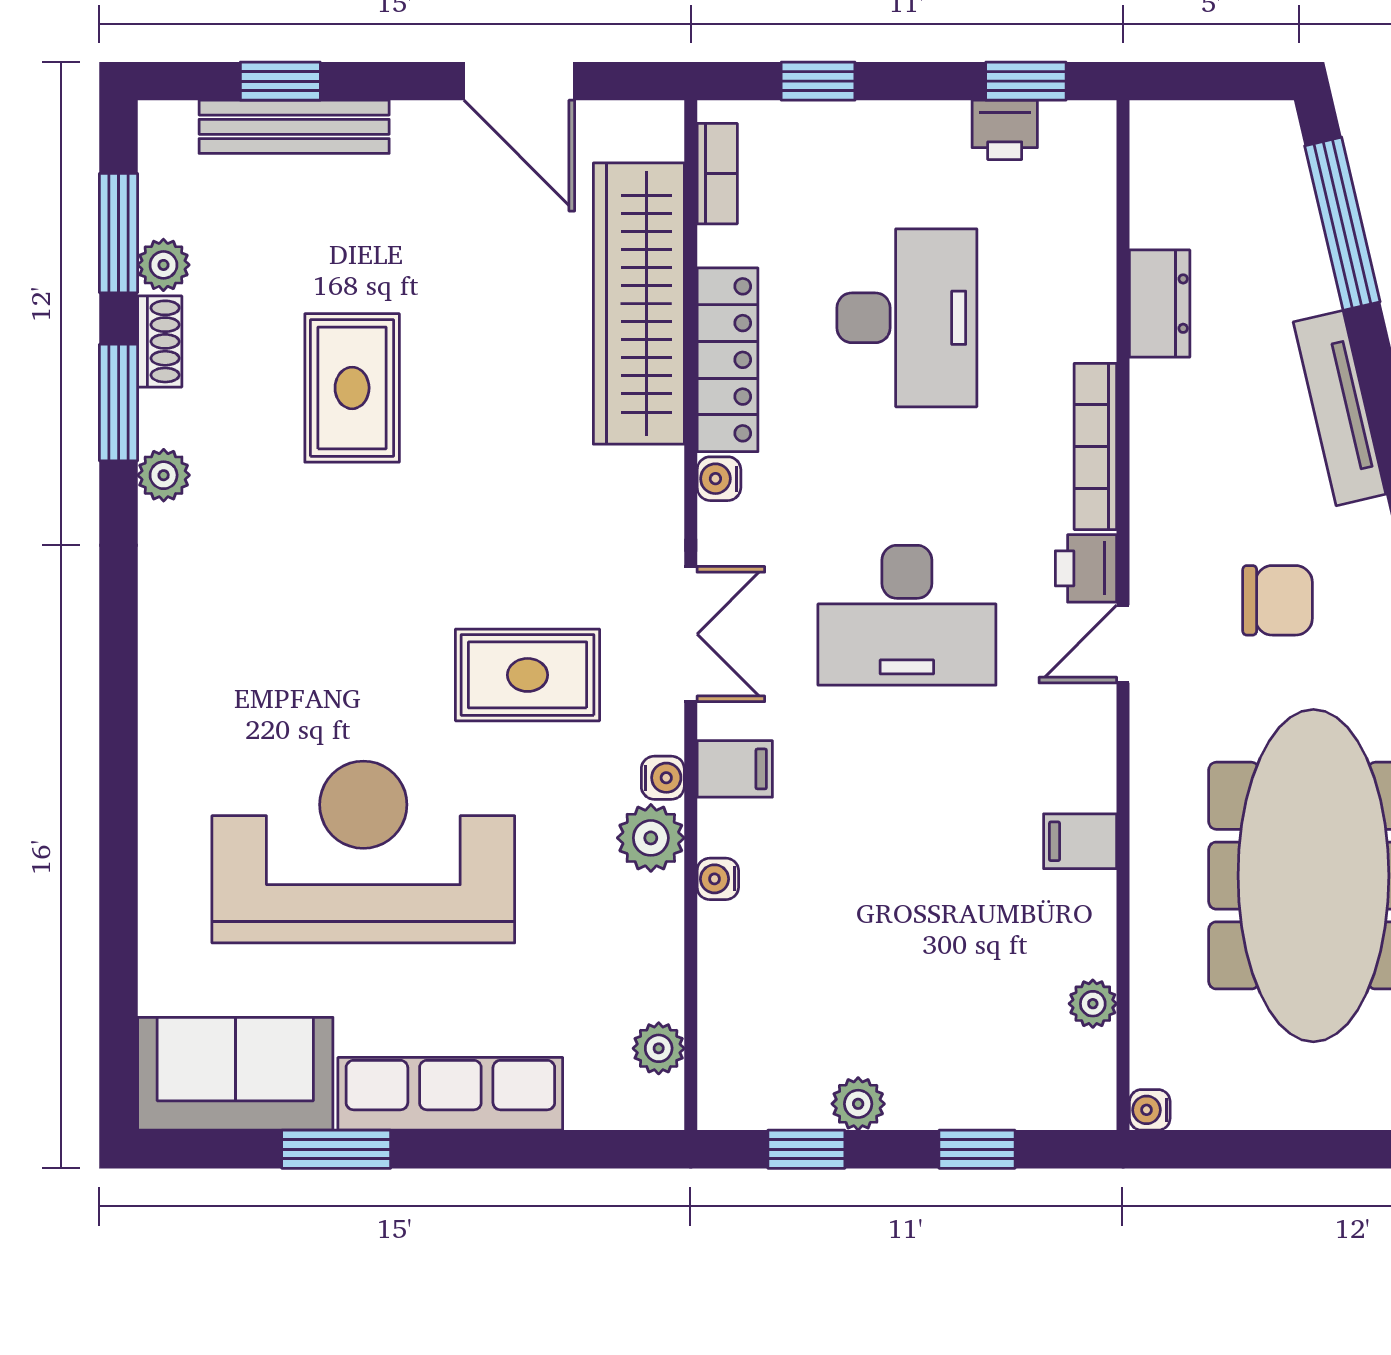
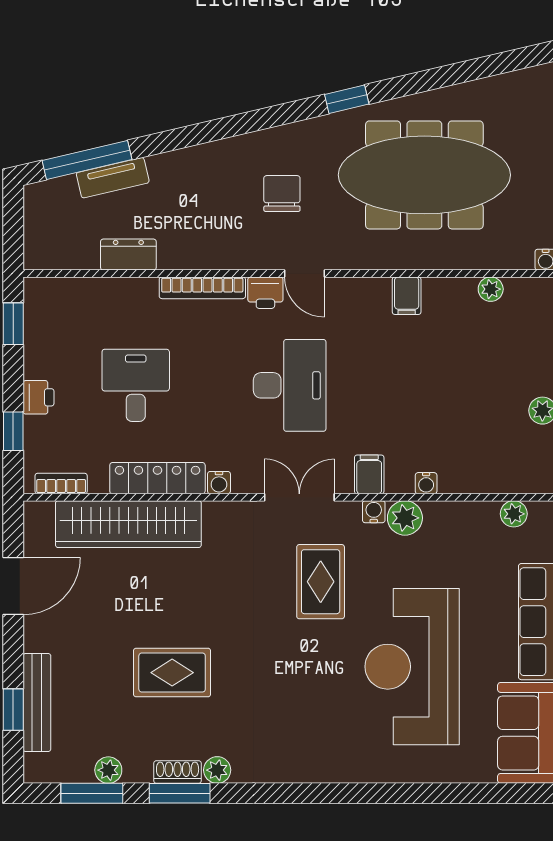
printer: (1005, 130) -> (38, 397), moved
desk: (907, 318) -> (136, 385), width x0.73
shoe rack: (160, 341) -> (178, 772), moved
tv unit: (1340, 408) -> (113, 178), moved, width x0.71

